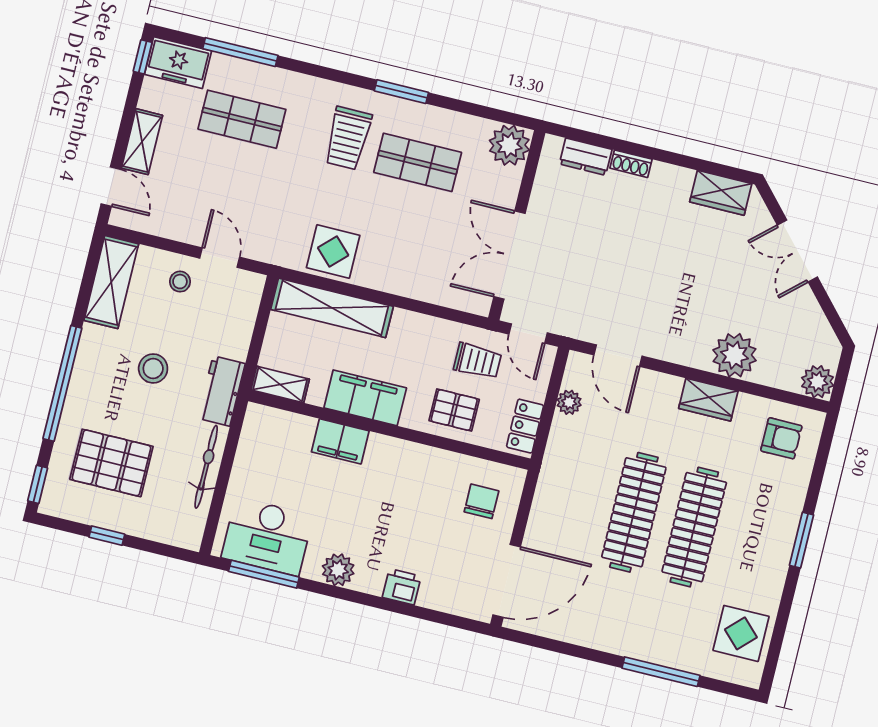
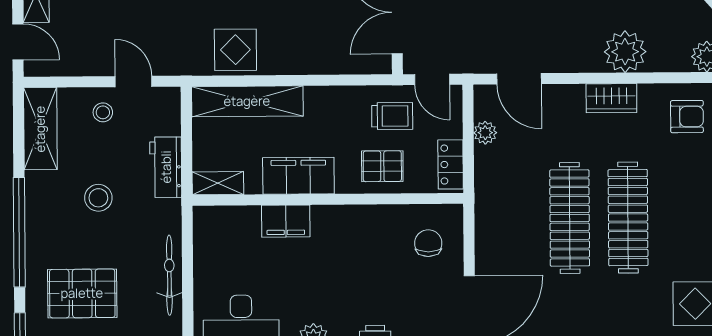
workbench: (221, 391) -> (166, 167), moved

